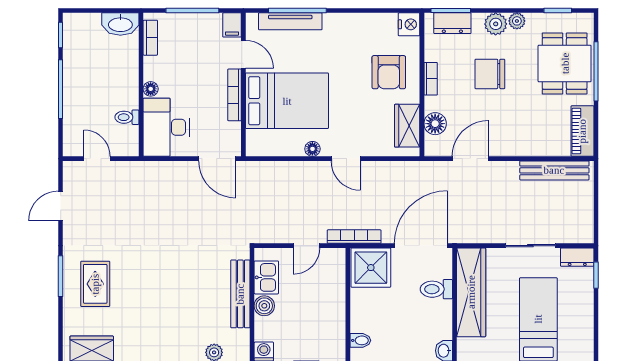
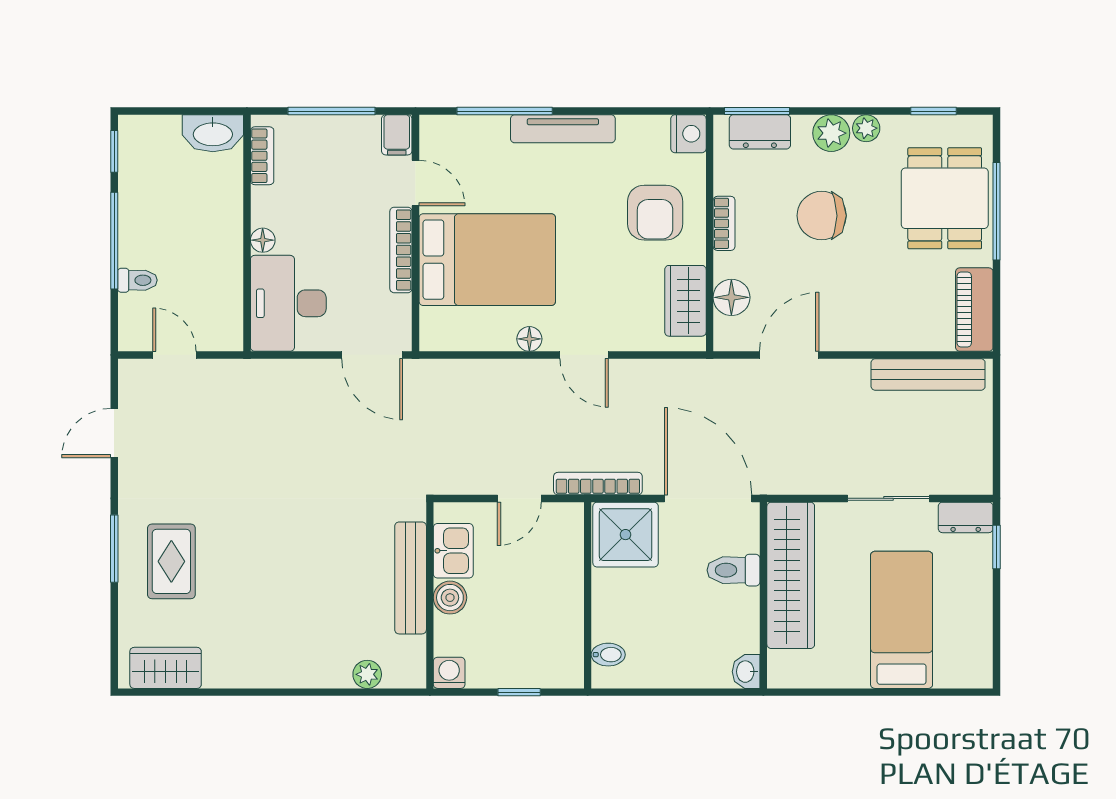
tv unit: (290, 21) -> (563, 129), moved
toilet: (127, 117) -> (137, 280), moved, turned 180
door: (421, 246) -> (708, 498), hinge flipped

